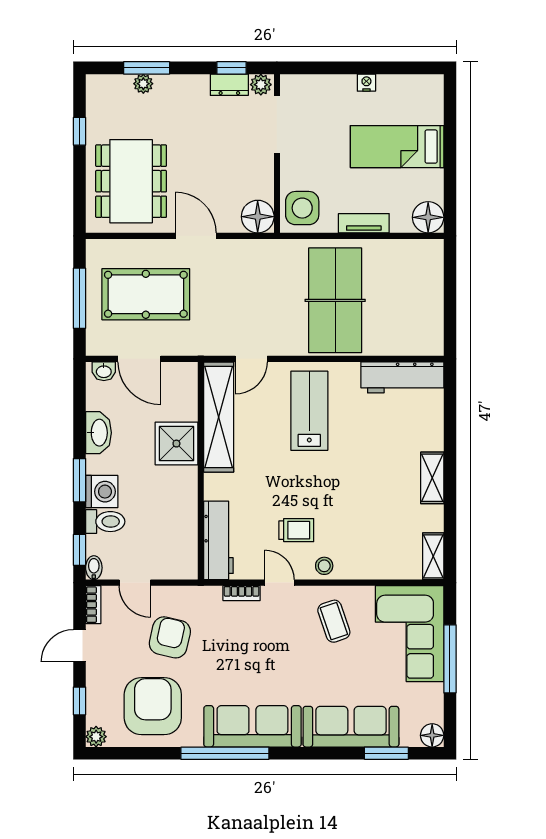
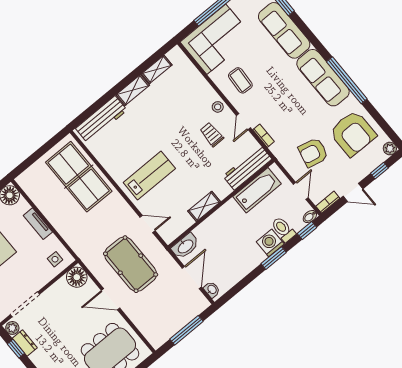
side table: (302, 208) -> (55, 259), width x0.54, depth x0.54
door: (196, 236) -> (111, 299), hinge flipped
pool table: (146, 294) -> (131, 264), moved
table tennis table: (335, 300) -> (79, 177), moved, turned 90
workbench: (402, 377) -> (101, 119), moved, turned 90
lab bench: (309, 411) -> (149, 176), turned 180
shelving: (219, 417) -> (204, 206), width x0.45, depth x0.75
washbasin: (99, 433) -> (185, 246), moved, turned 180
shower: (176, 444) -> (218, 226), removed
bathtub: (181, 529) -> (257, 190), added
shelving: (433, 556) -> (157, 69), moved
coffee table: (334, 621) -> (240, 80), turned -68
armchair: (153, 706) -> (353, 133), turned -90

